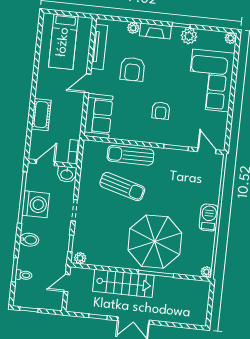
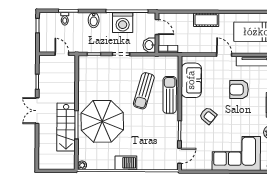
armchair: (161, 111) -> (208, 116), turned -141
cot: (41, 115) -> (206, 20), moved
sofa: (98, 116) -> (191, 80), moved, turned -90
plant: (80, 258) -> (83, 63), removed
stairs: (123, 283) -> (66, 127), moved

